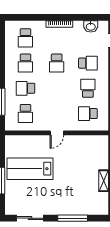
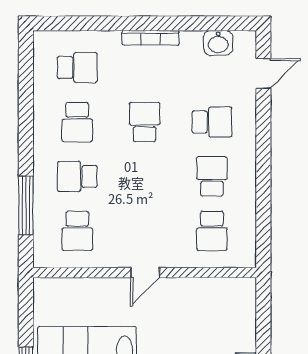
school desk: (25, 38) -> (77, 68), turned -90
school desk: (57, 63) -> (145, 122), turned 180
school desk: (88, 114) -> (212, 231), turned -90

